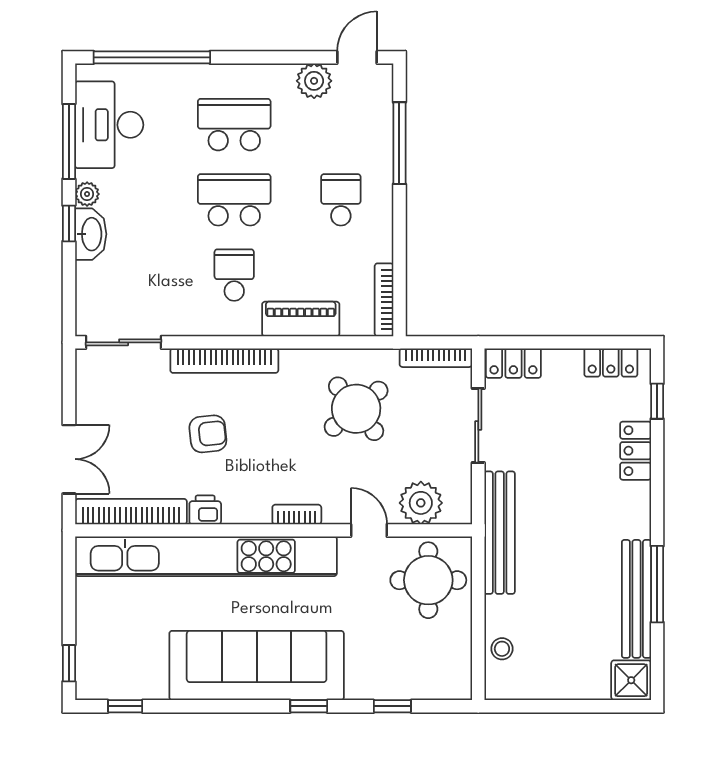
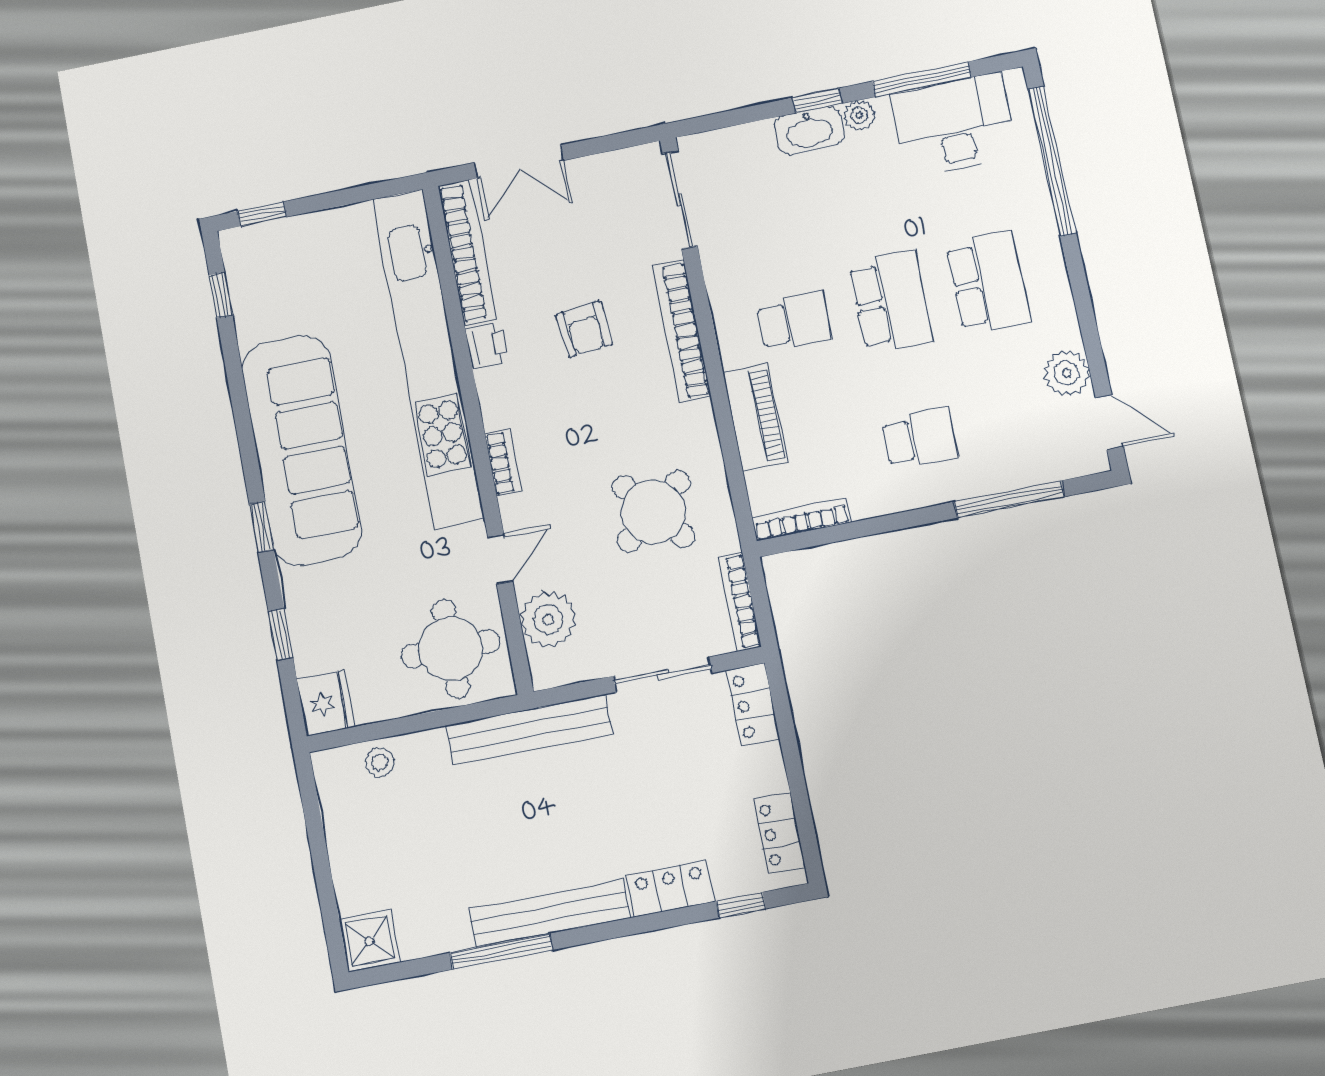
bench: (636, 599) -> (550, 913), moved
fridge: (450, 681) -> (326, 703), added

